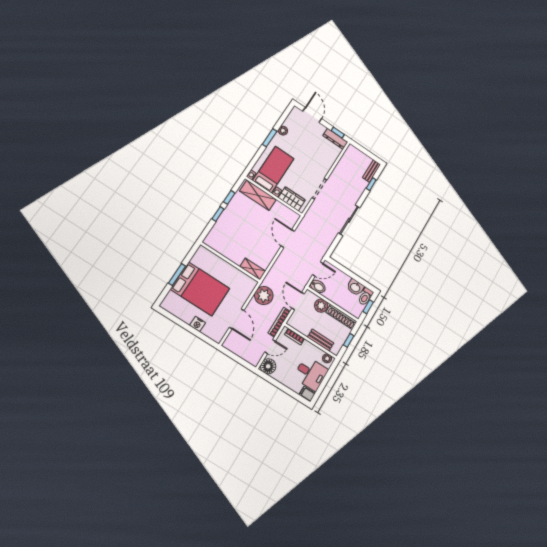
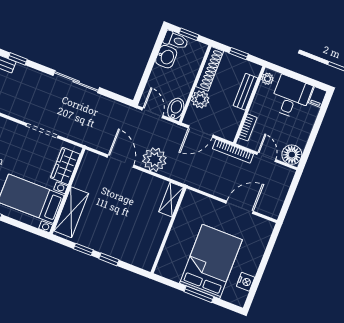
door: (288, 239) -> (121, 161), swing flipped
plant: (264, 296) -> (154, 160), moved
nightstand: (197, 324) -> (246, 282), moved

